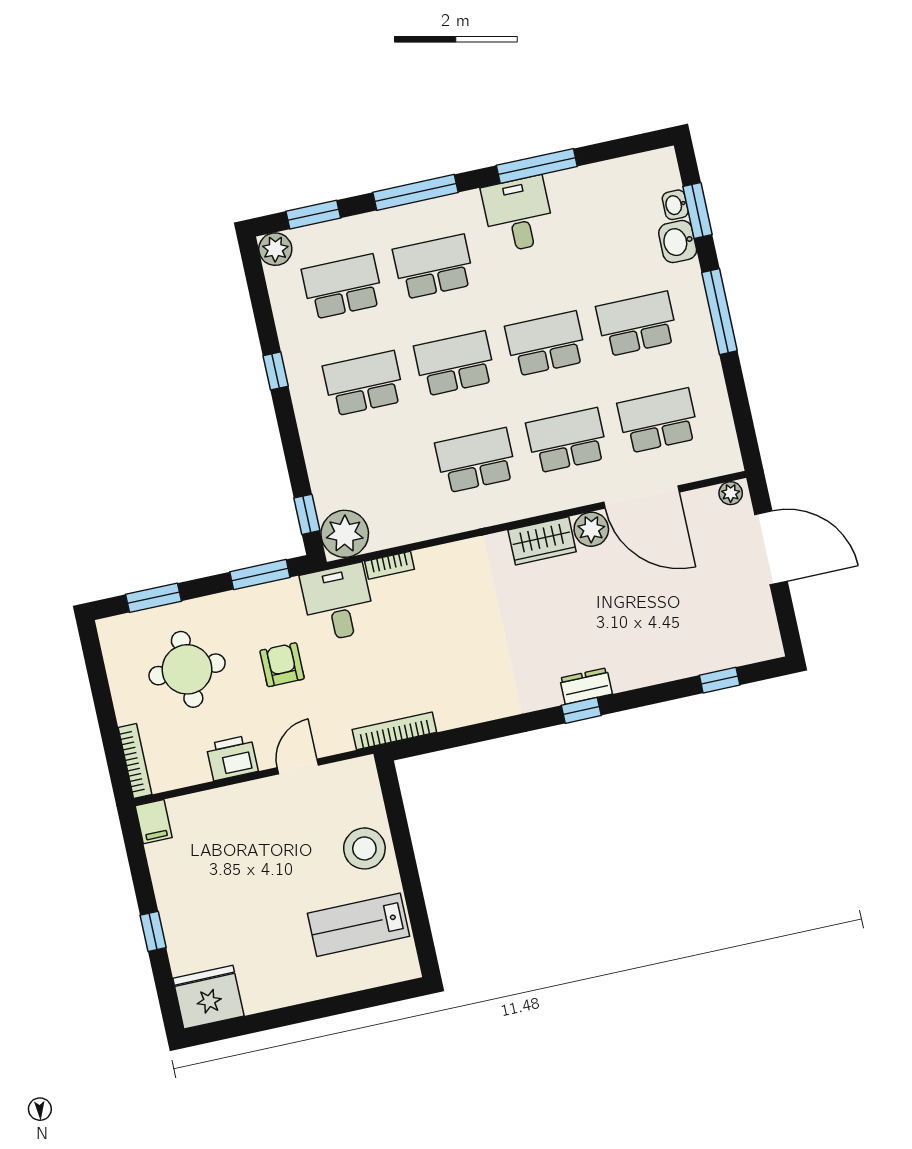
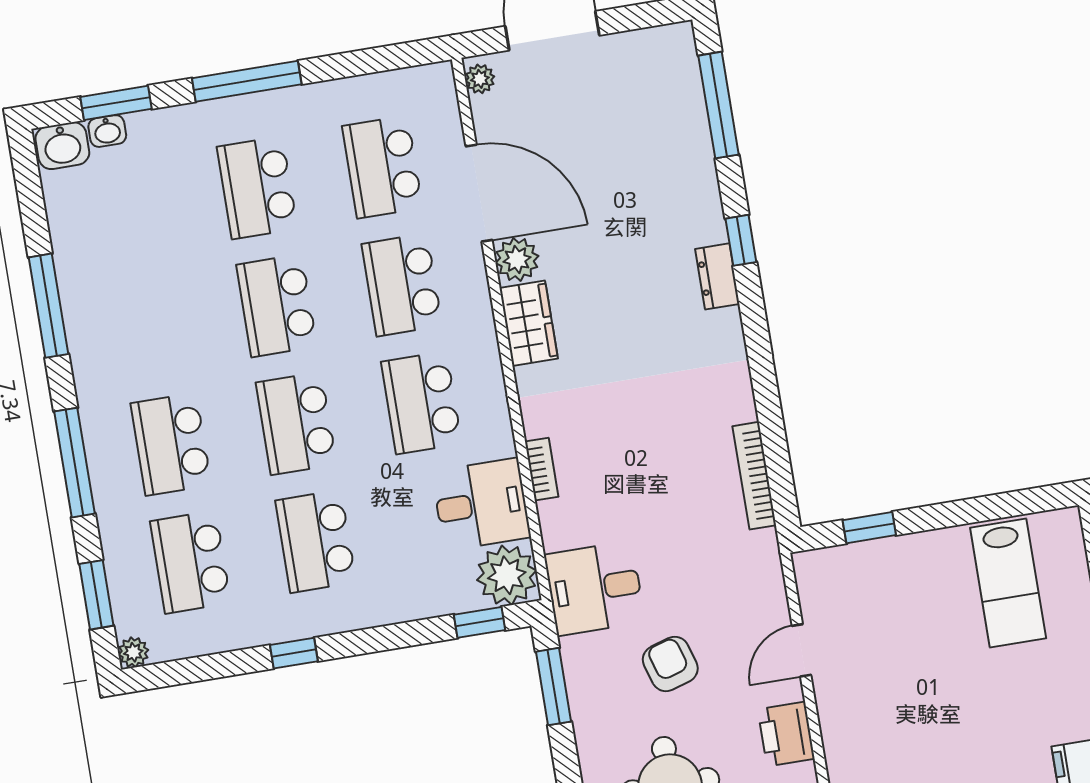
desk: (518, 214) -> (481, 504), moved, turned 180
washbasin: (678, 242) -> (62, 146), moved
plant: (275, 249) -> (133, 652), width x0.73, depth x0.73
door: (641, 497) -> (479, 193), hinge flipped
bookcase: (390, 565) -> (542, 469), moved
armchair: (282, 665) -> (670, 664), turned 73
window: (720, 680) -> (718, 105), width x2.17
window: (581, 710) -> (741, 240), moved
bookcase: (394, 731) -> (754, 476), moved
door: (298, 766) -> (802, 650), hinge flipped
window: (396, 814) -> (869, 528), added
stool: (364, 848) -> (911, 570), removed

